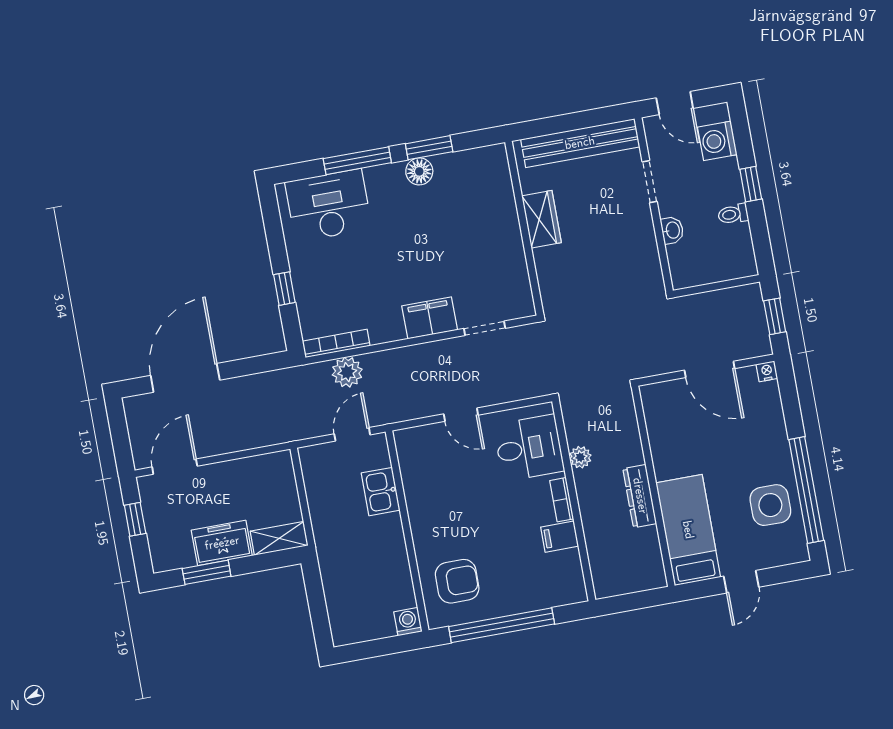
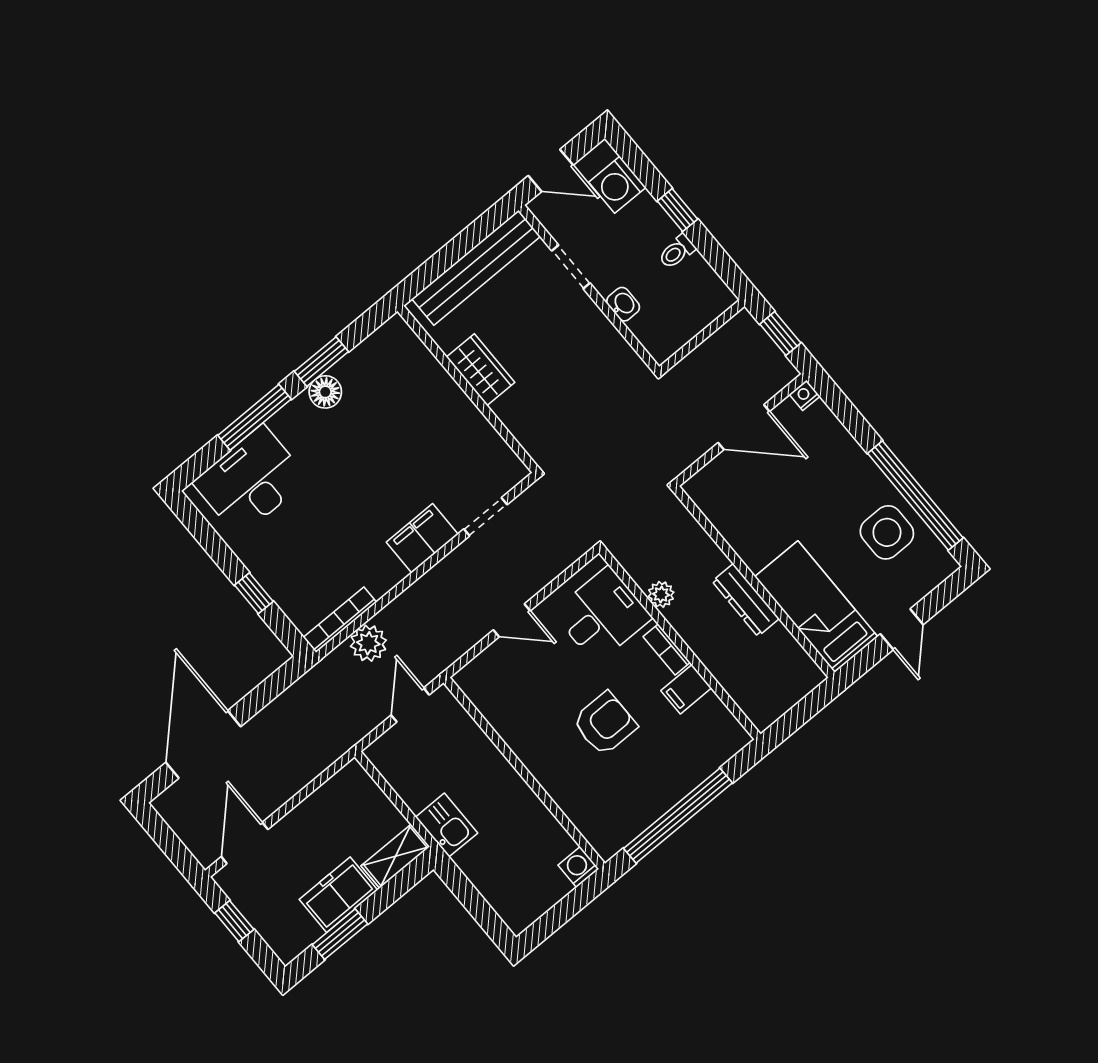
kitchen sink: (381, 492) -> (447, 825), moved, turned 180
armchair: (457, 581) -> (605, 724), moved

